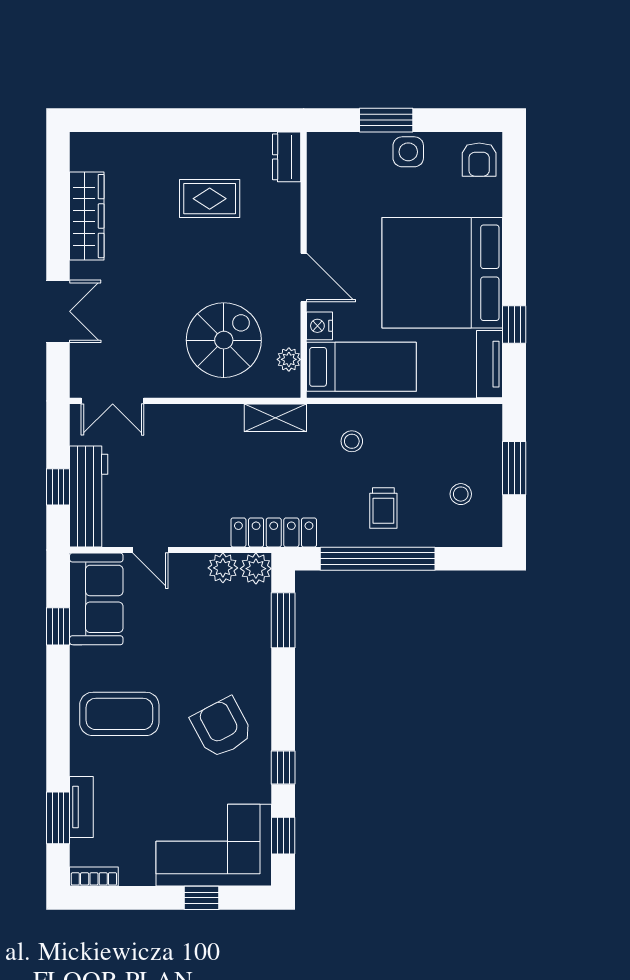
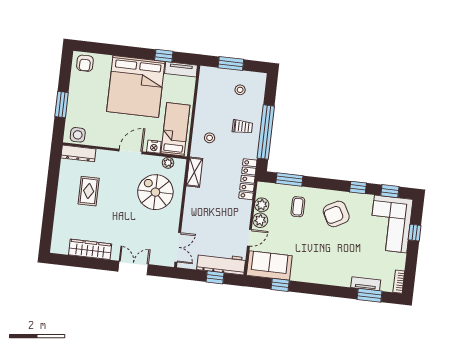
side table: (408, 152) -> (78, 135), moved
dresser: (287, 157) -> (78, 153), width x1.44
armchair: (479, 160) -> (85, 63), turned 90
plant: (256, 569) -> (260, 220), moved
coffee table: (119, 714) -> (298, 207), moved, width x0.54, depth x0.58

